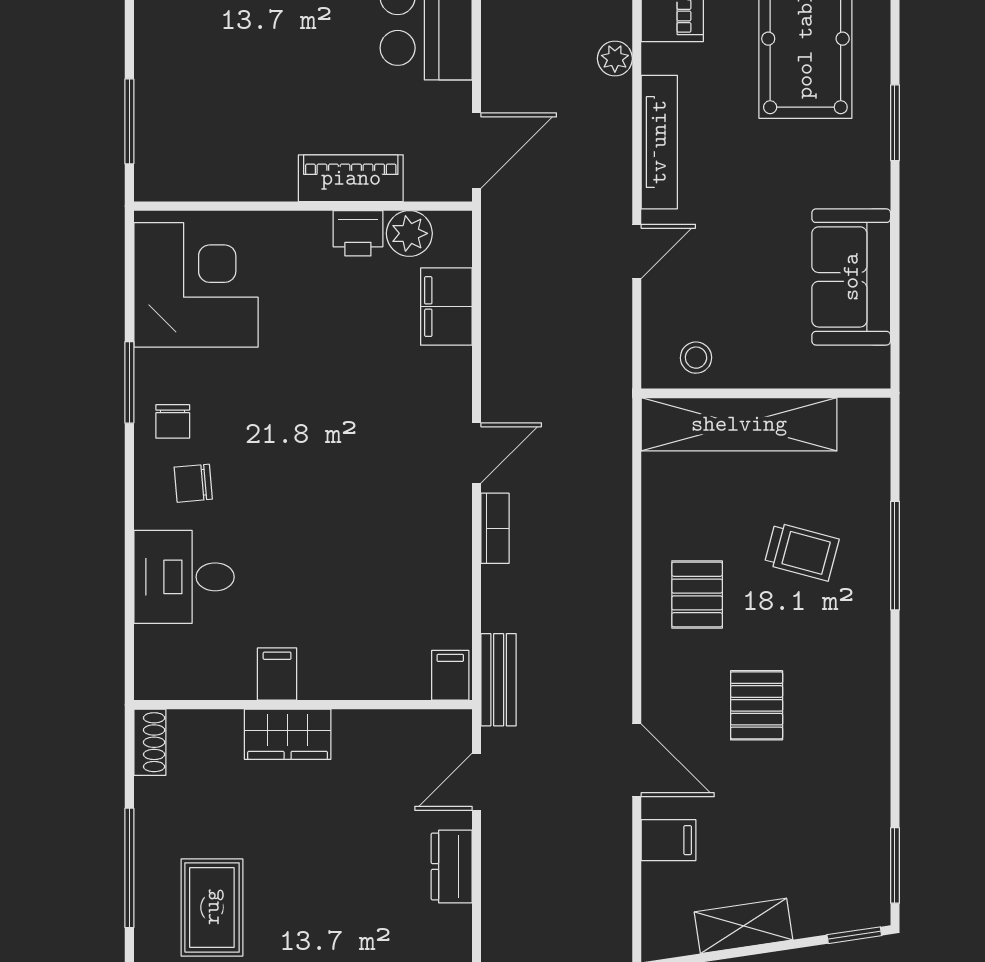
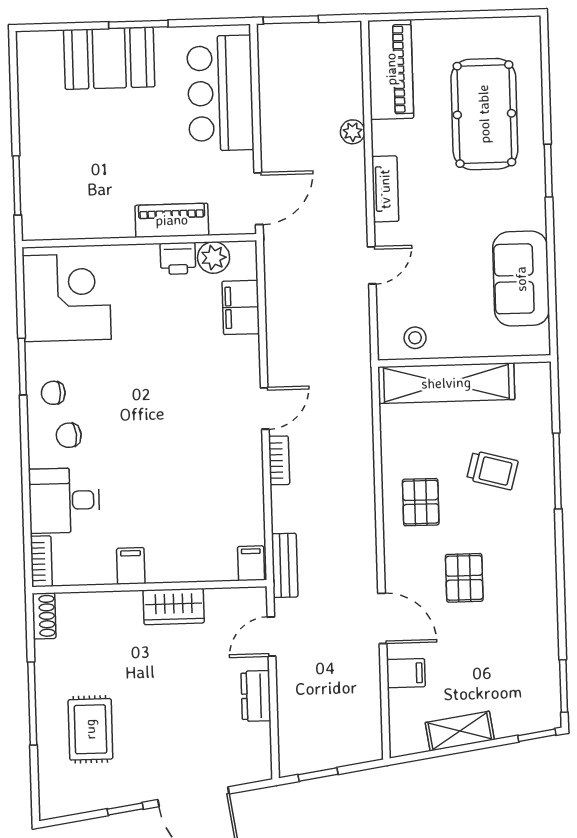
tv unit: (659, 142) -> (385, 189), width x0.71
chair: (173, 421) -> (53, 393), turned 90
bookcase: (148, 664) -> (41, 561), added
wardrobe: (288, 734) -> (174, 606), moved

